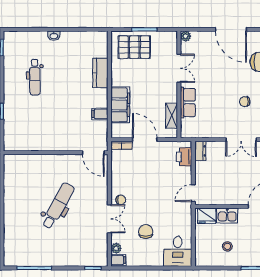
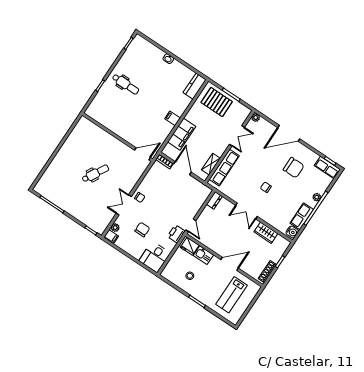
door: (231, 29) -> (289, 133), hinge flipped
kitchen counter: (100, 73) -> (195, 86), moved
dental chair: (35, 77) -> (125, 84), moved, turned -89
row of seats: (188, 103) -> (224, 168), width x1.48
filing cabinet: (100, 114) -> (173, 118), moved
door: (93, 153) -> (142, 154), swing flipped
printer: (184, 157) -> (176, 234), moved
door: (193, 193) -> (191, 225), swing flipped
dental chair: (58, 206) -> (95, 173), width x0.73, depth x0.72
double door: (109, 219) -> (124, 205), swing flipped

